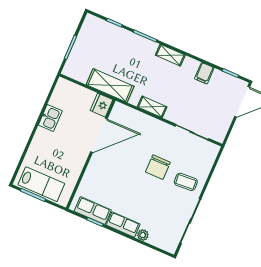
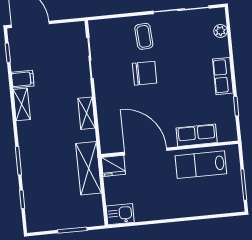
shelving: (170, 55) -> (22, 104), moved
kitchen sink: (50, 118) -> (120, 214), moved
lab bench: (41, 184) -> (201, 165), moved, turned -90
row of seats: (93, 211) -> (197, 135), moved, turned 90
plant: (143, 235) -> (220, 31), moved

